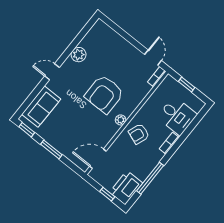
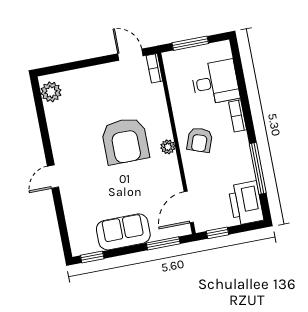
plant: (79, 55) -> (51, 92), moved
window: (187, 85) -> (190, 43), width x1.50
sofa: (41, 107) -> (123, 232), moved, turned -90
window: (51, 149) -> (163, 243), moved
window: (107, 194) -> (217, 233), moved

